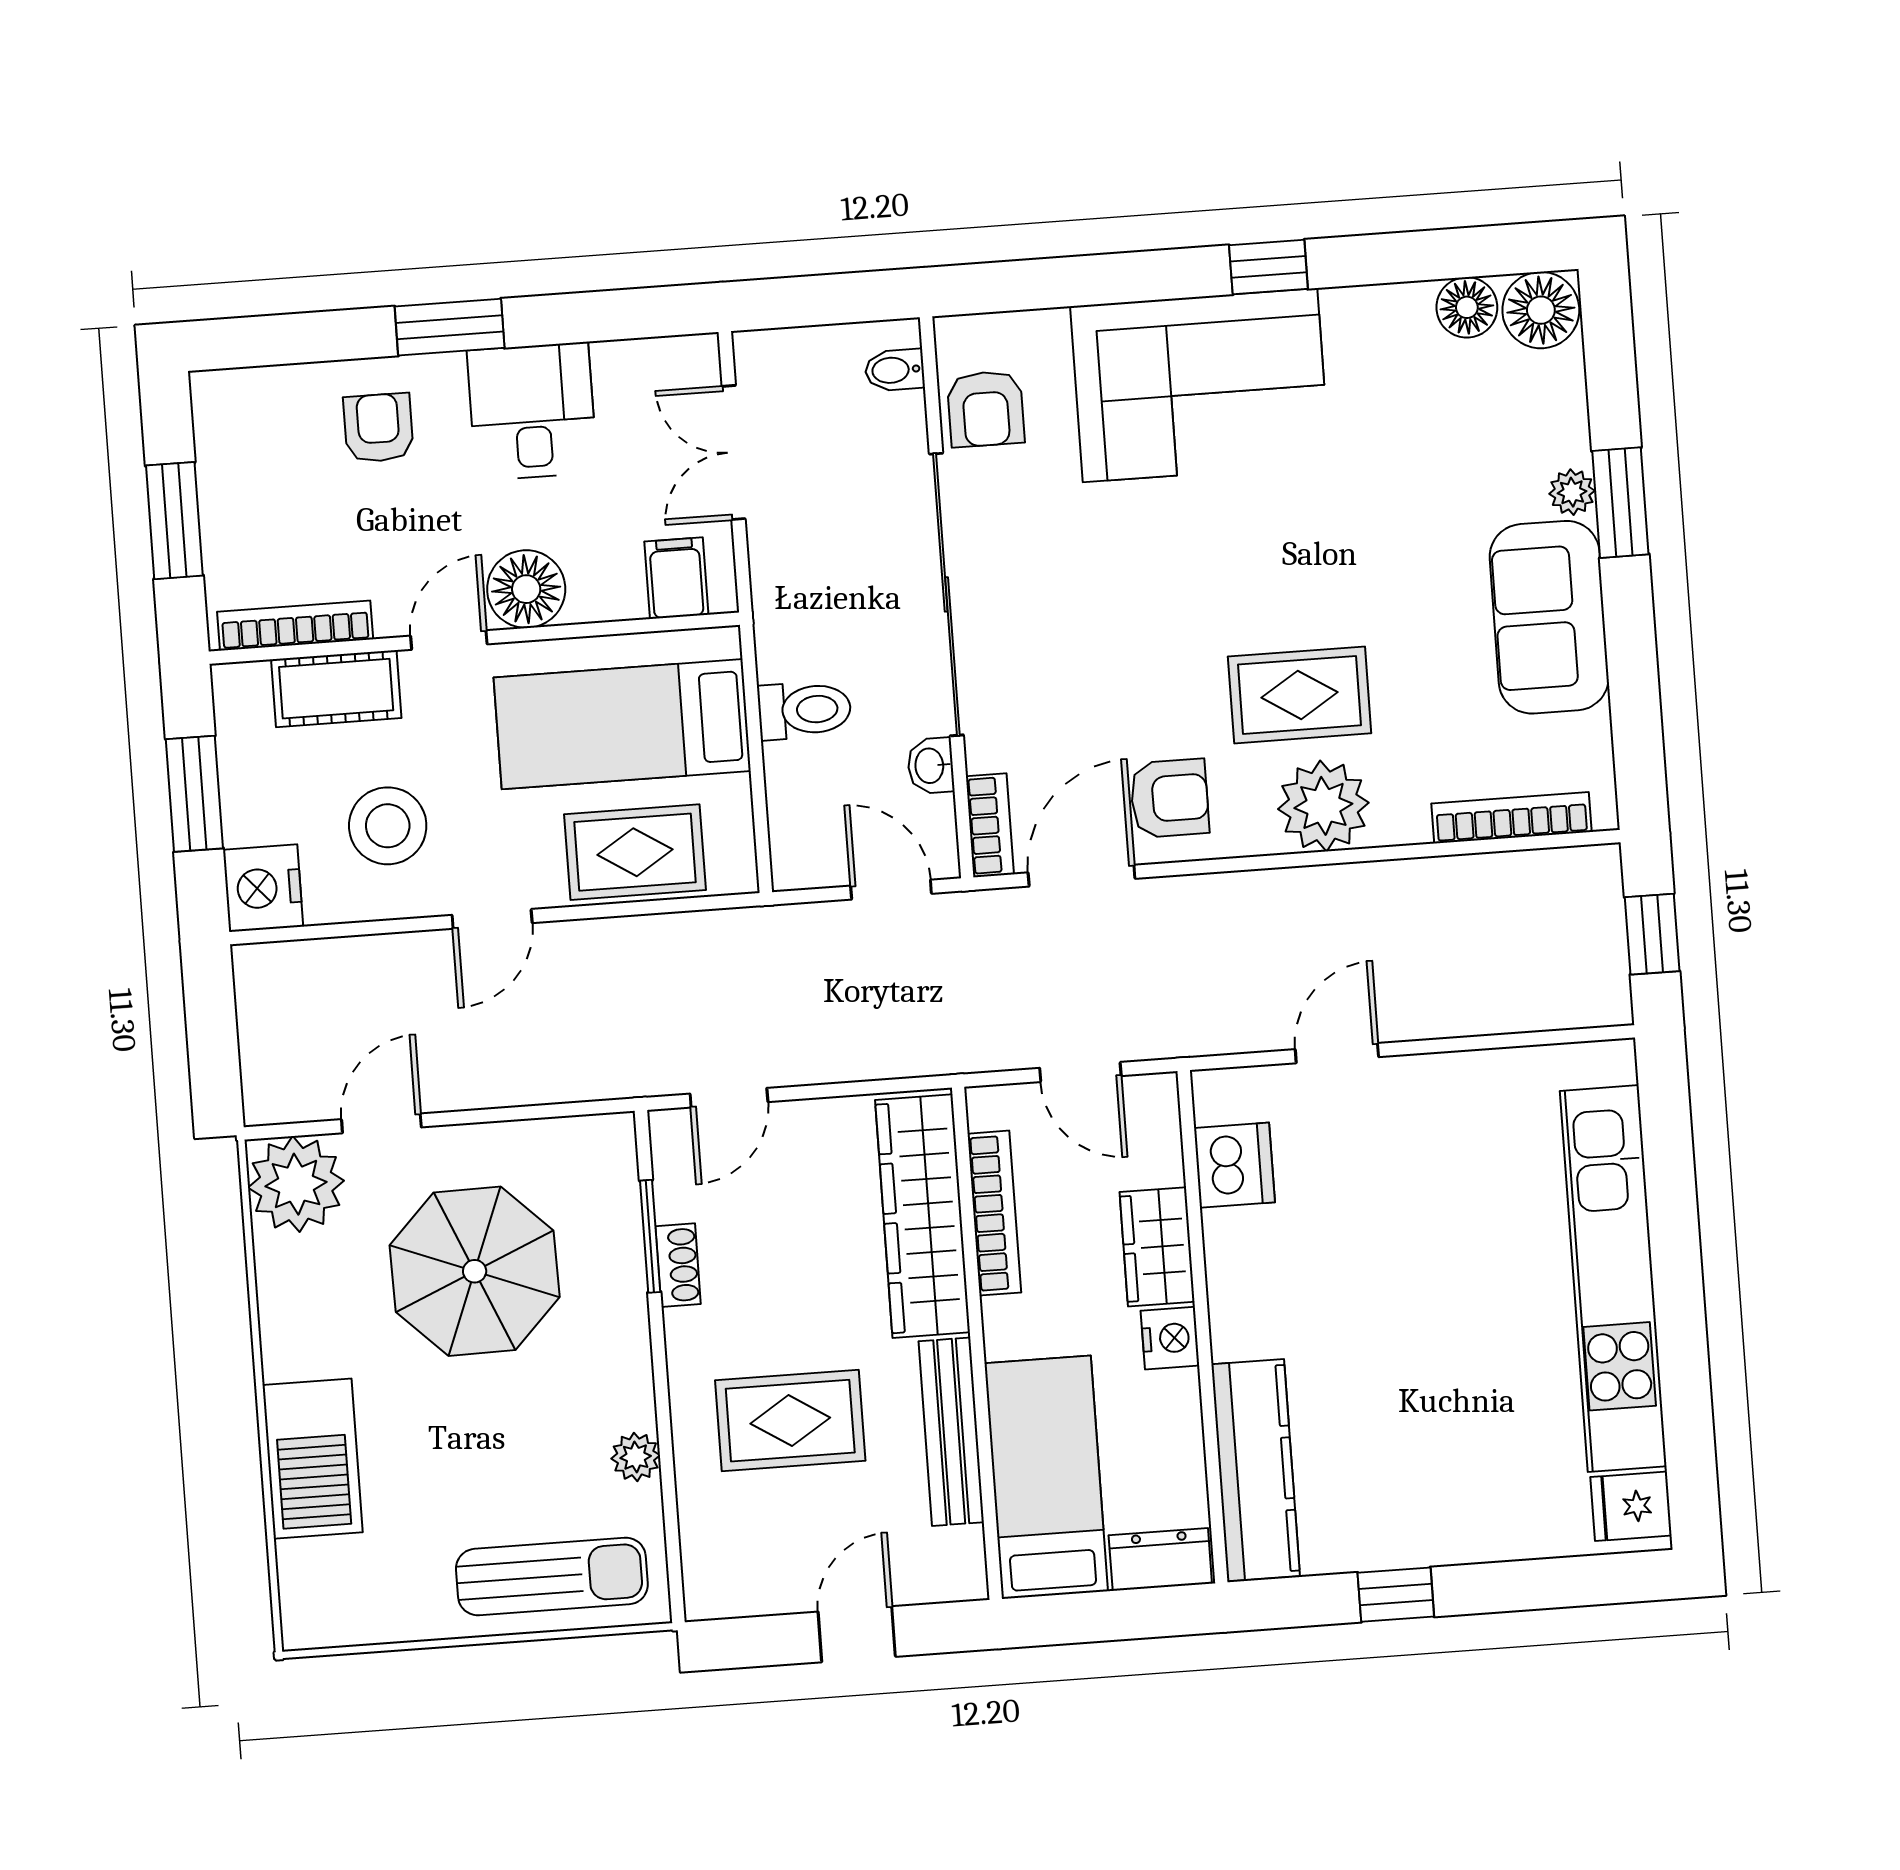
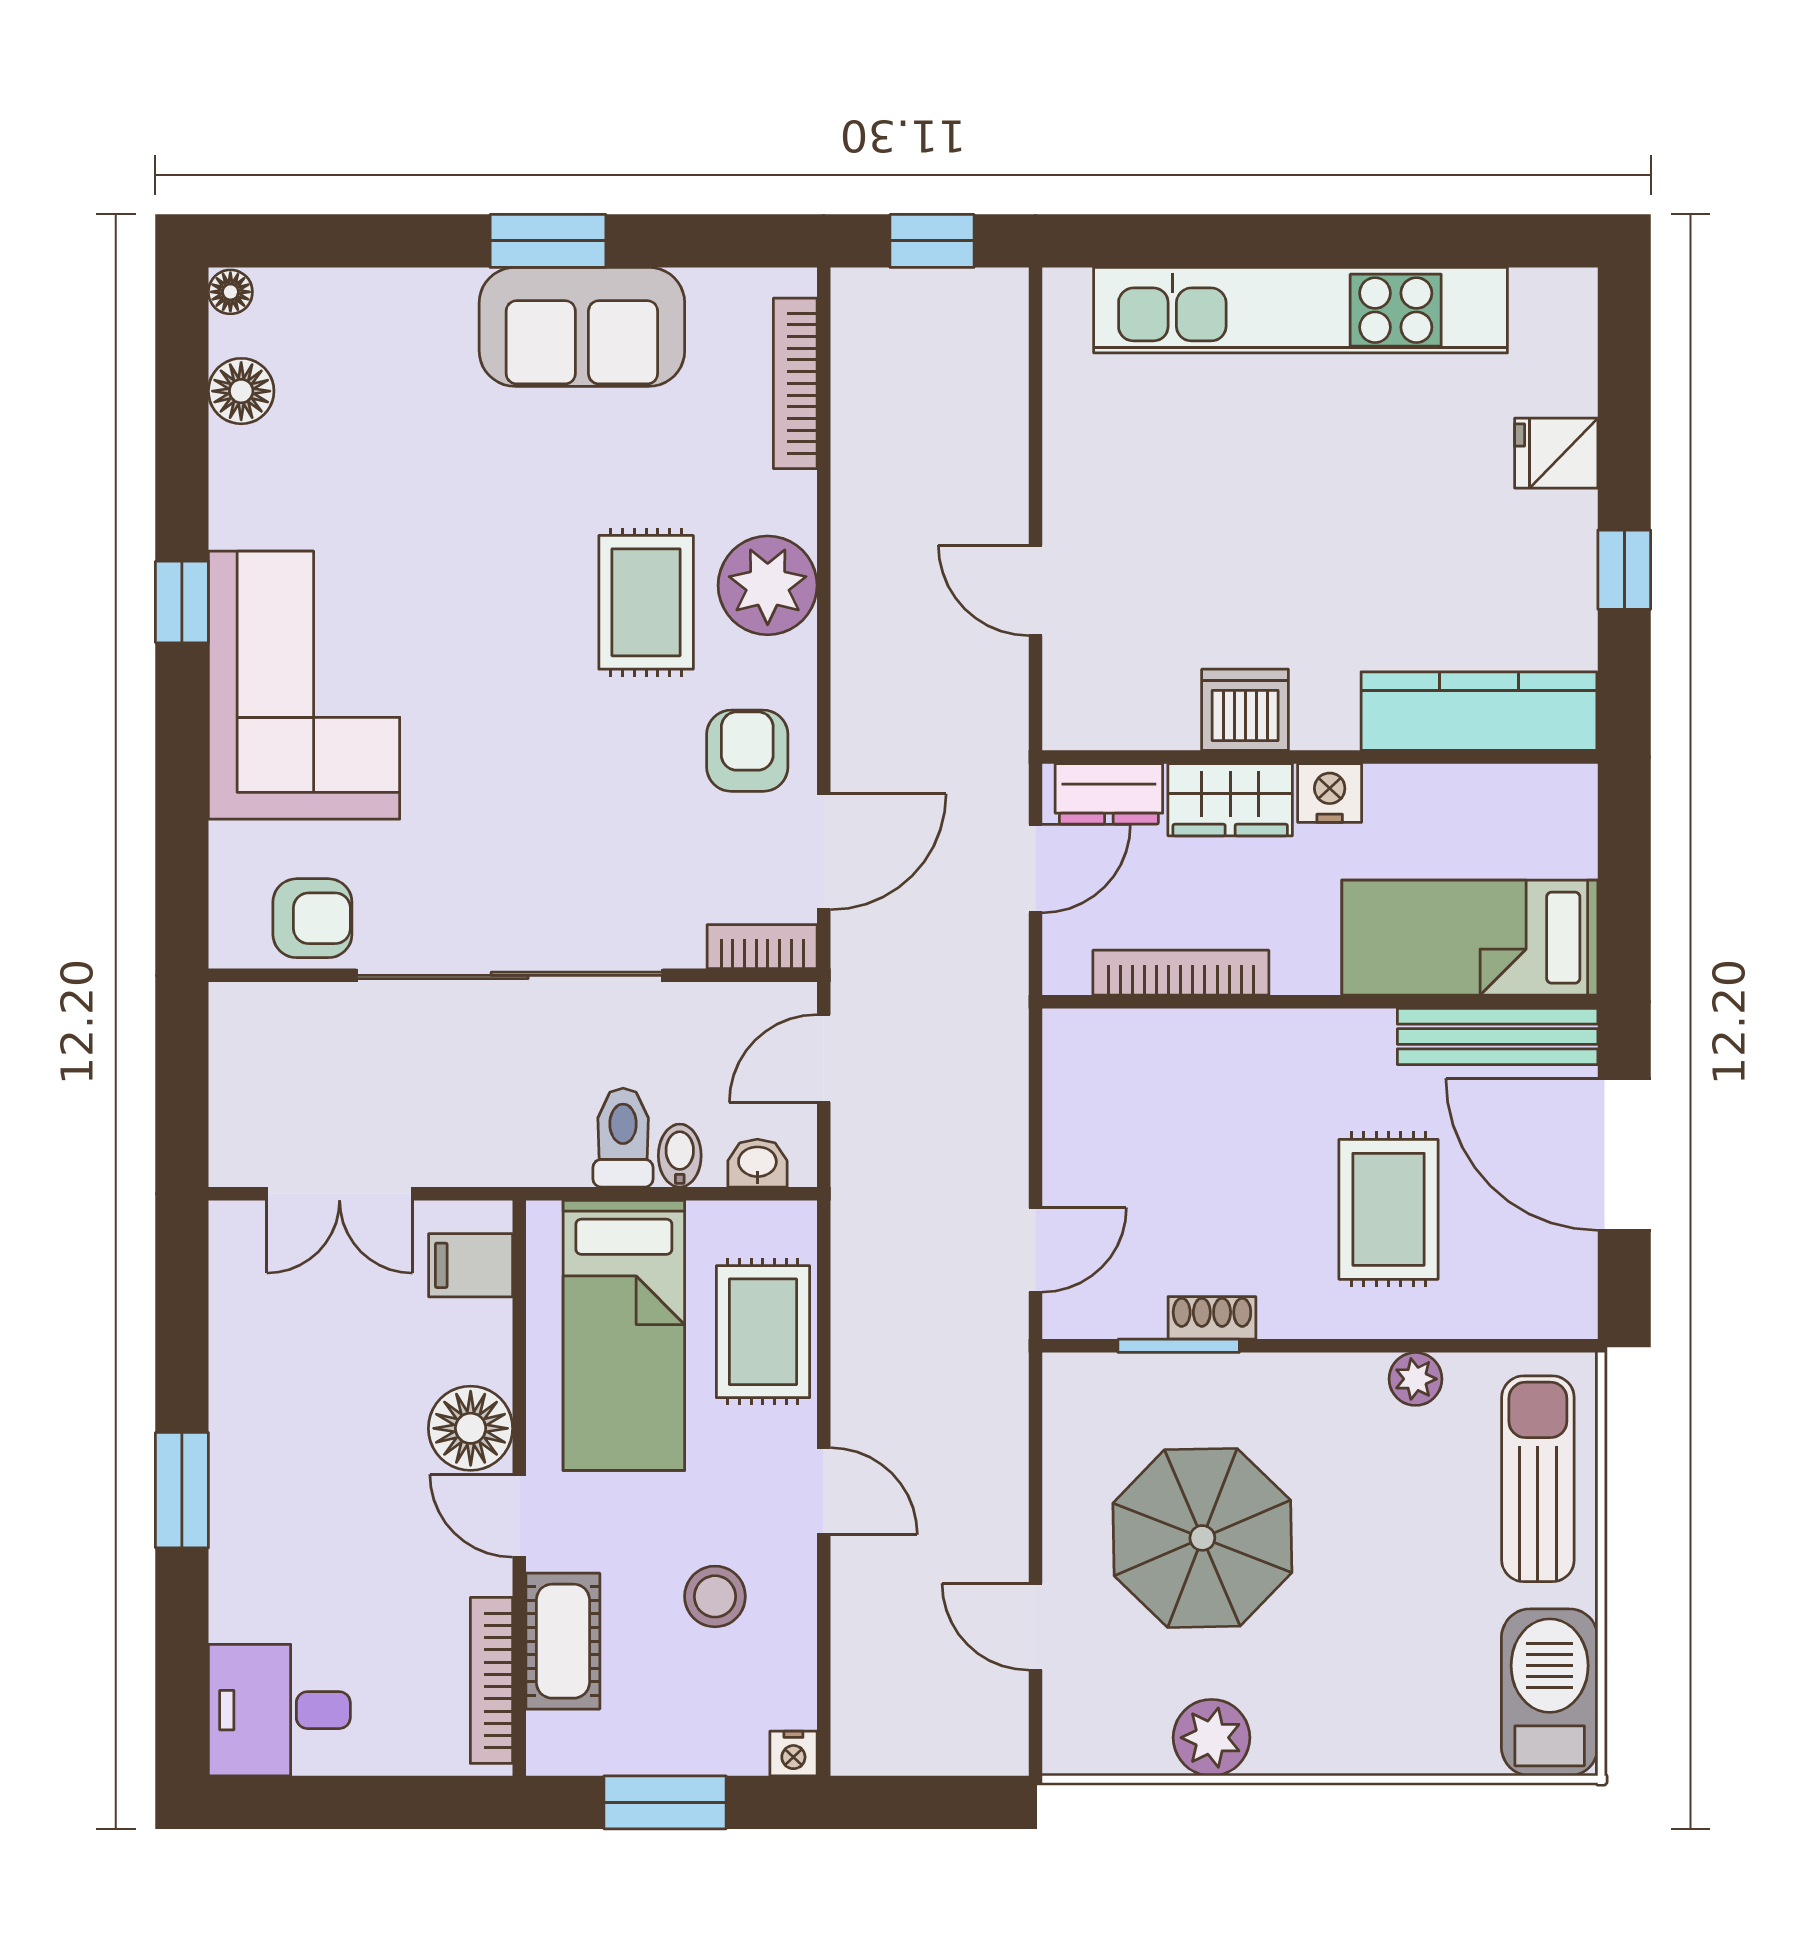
floor lamp: (1541, 310) -> (230, 292), width x0.53, depth x0.53
bidet: (895, 370) -> (680, 1156), moved, turned 180
desk: (532, 411) -> (279, 1710), moved
armchair: (378, 428) -> (285, 1575), removed
plant: (1572, 492) -> (449, 292), removed
window: (1620, 503) -> (548, 241), moved
window: (174, 521) -> (369, 1802), removed
washbasin: (931, 766) -> (757, 1163), moved, turned 180
stool: (388, 826) -> (715, 1596), width x0.73, depth x0.73
door: (1082, 876) -> (824, 852), swing flipped
nightstand: (263, 888) -> (793, 1754), width x0.53, depth x0.56
door: (729, 1098) -> (1035, 1250), hinge flipped
dishwasher: (1234, 1165) -> (1245, 710), moved
plant: (296, 1184) -> (1212, 1738), moved, width x0.73, depth x0.73
wardrobe: (923, 1216) -> (1178, 1050), removed
bench: (951, 1432) -> (1498, 1036), moved
barbecue: (312, 1459) -> (1550, 1692), moved, turned -90
fridge: (1631, 1506) -> (1556, 453), moved, turned 90
dresser: (1160, 1559) -> (1109, 794), moved, turned -90
door: (857, 1634) -> (1624, 1154), width x1.87

